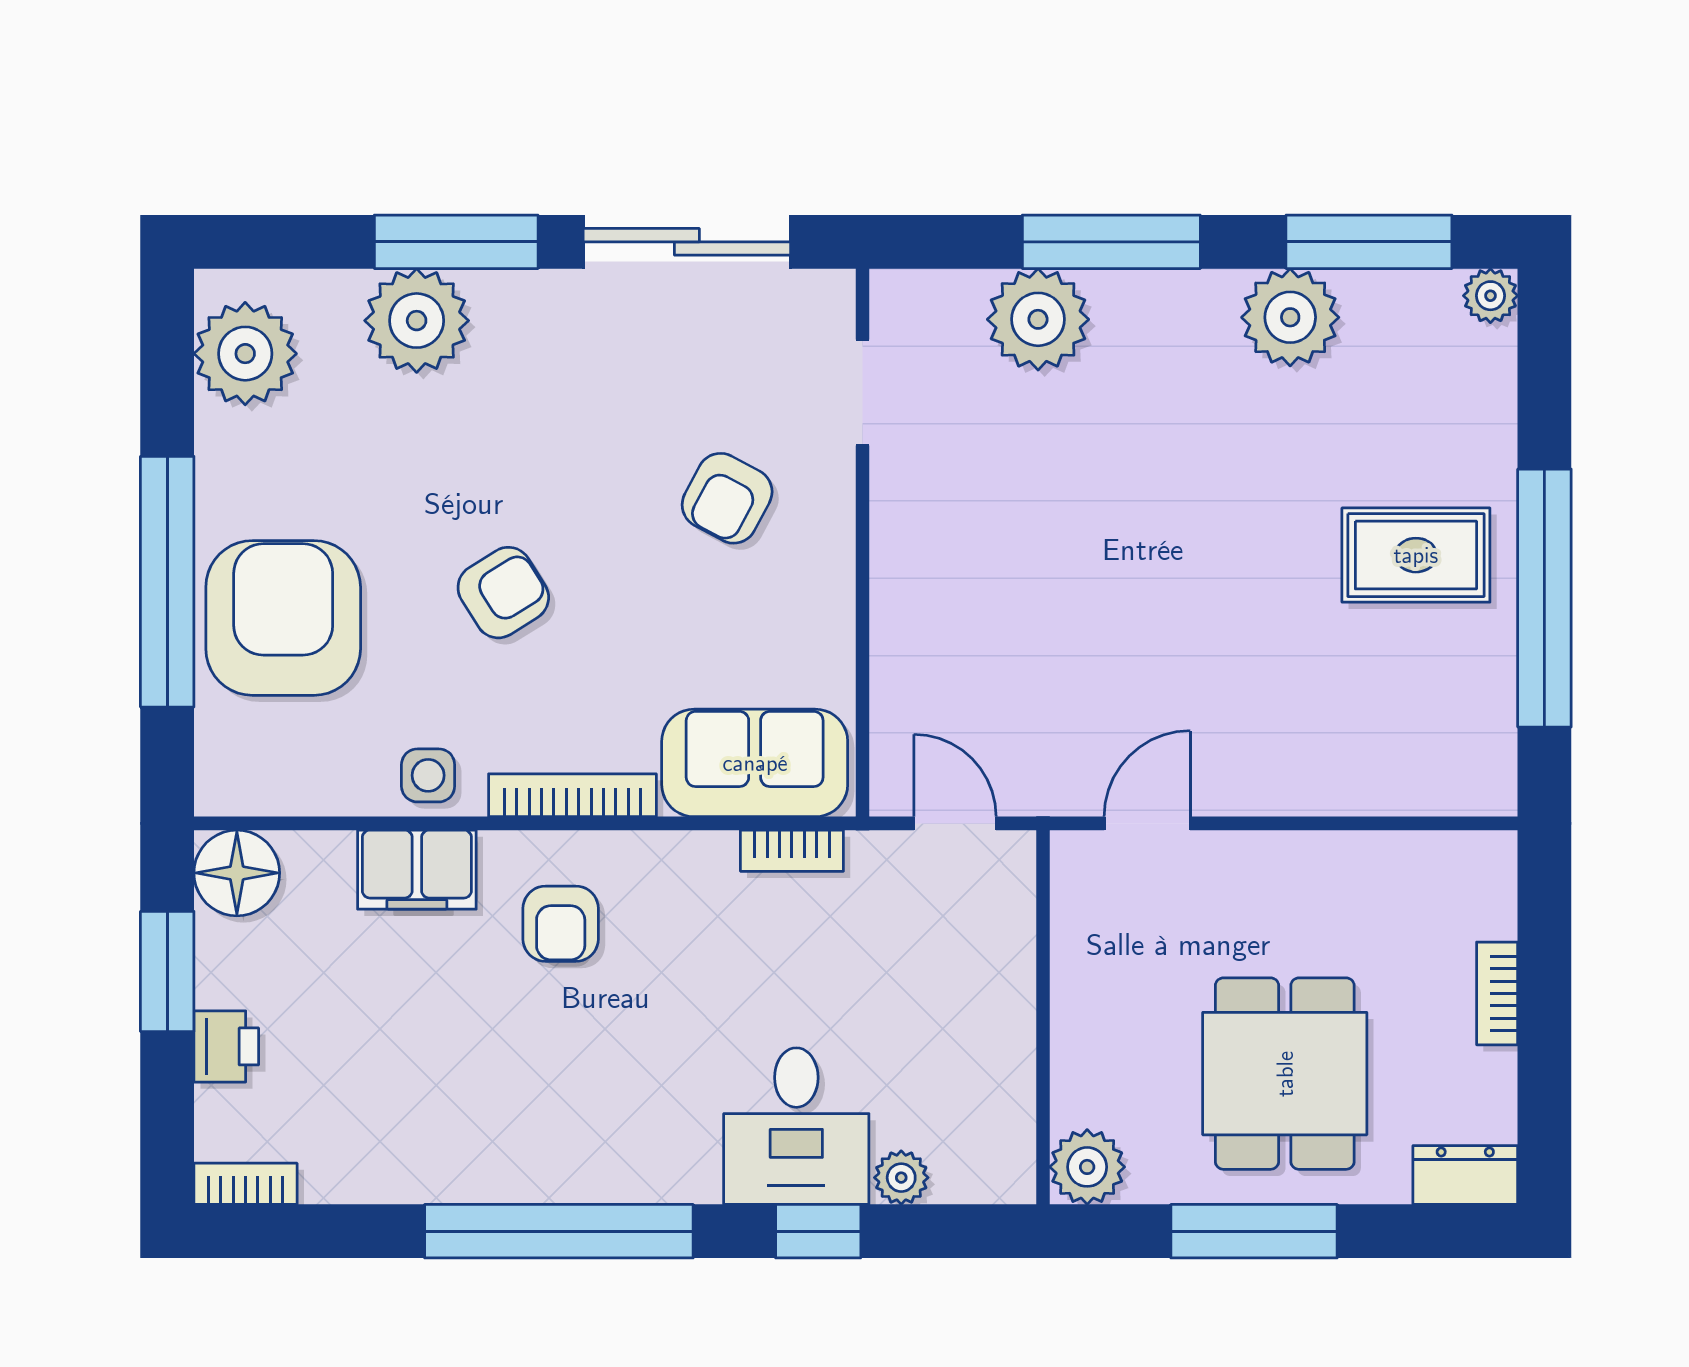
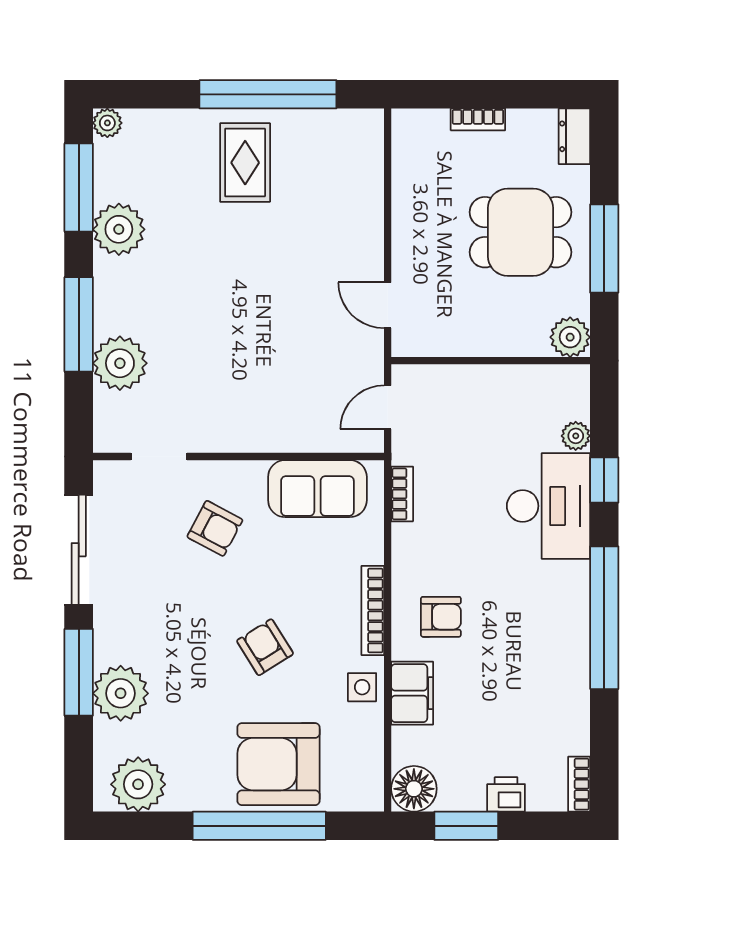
sofa: (755, 763) -> (317, 489), moved, turned -90
desk: (796, 1126) -> (548, 506), width x1.37

